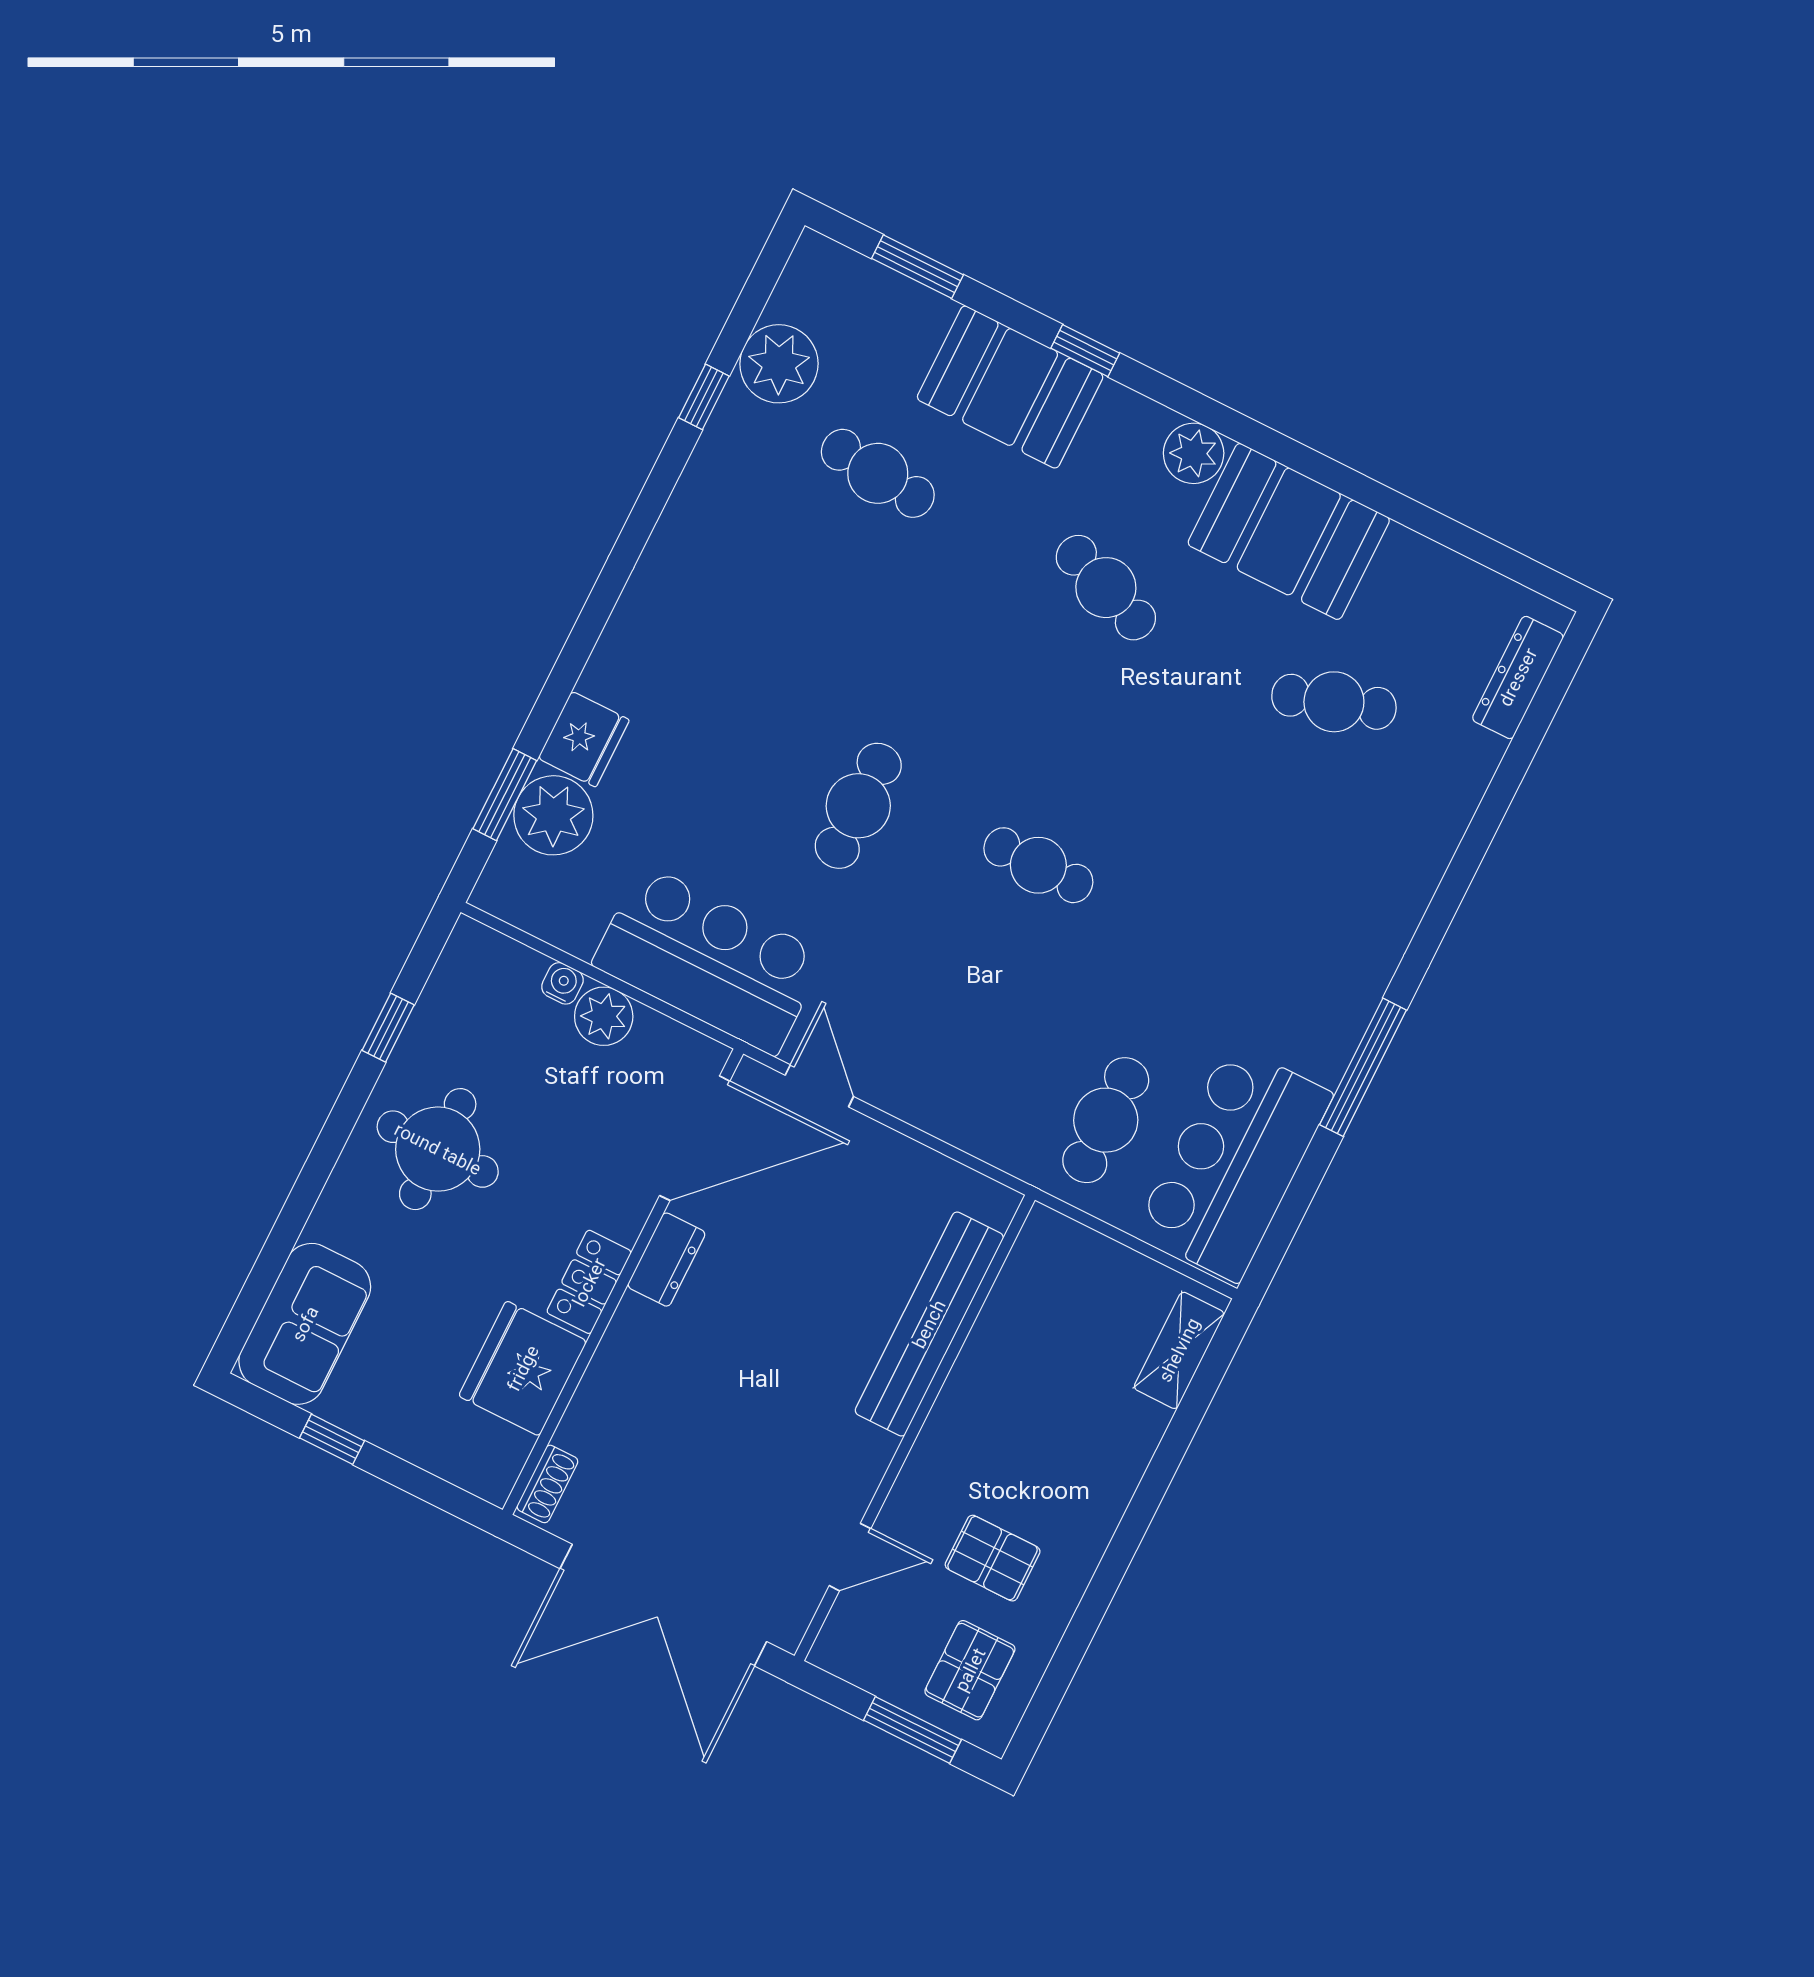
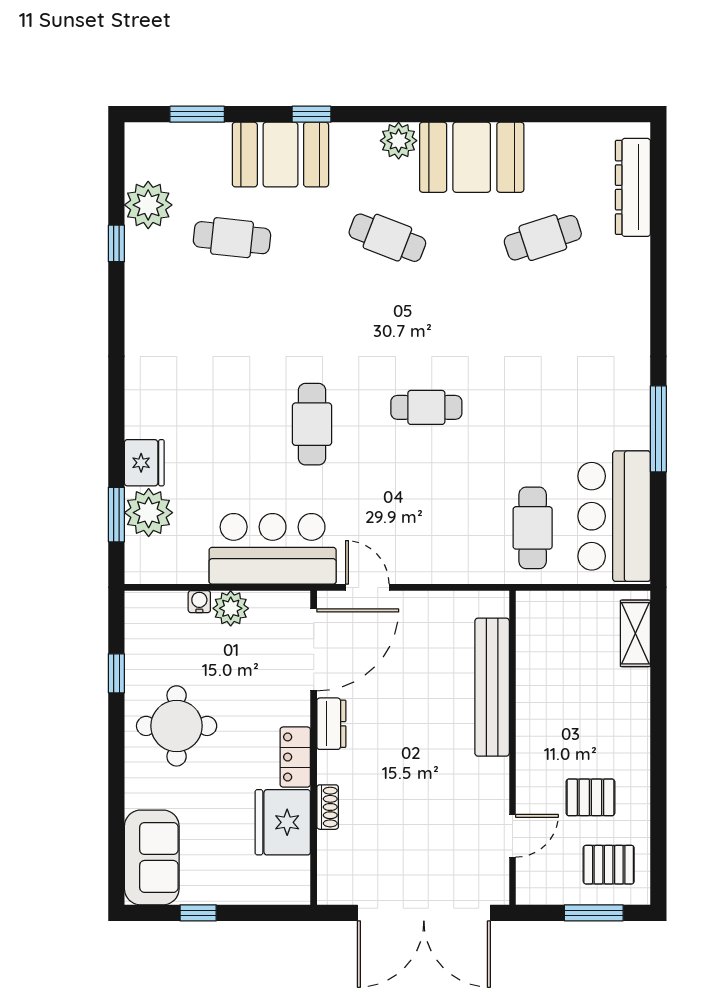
dresser: (1518, 677) -> (633, 187), width x1.37, depth x1.24
shoe rack: (547, 1484) -> (328, 807), moved
pallet: (970, 1670) -> (609, 865), turned 90

